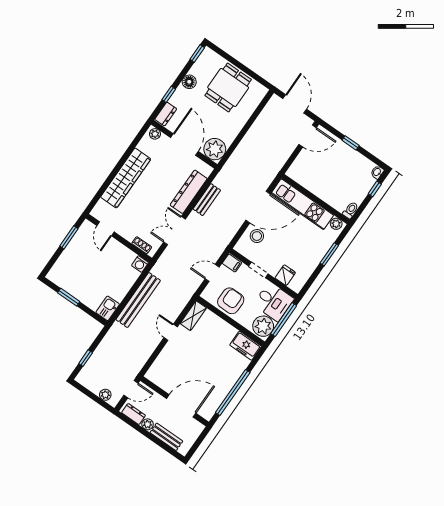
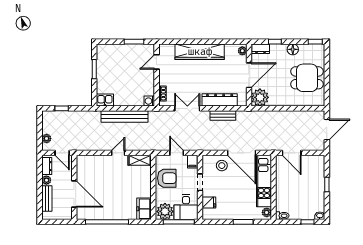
door: (308, 136) -> (292, 153), moved

